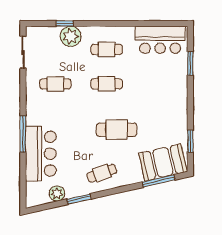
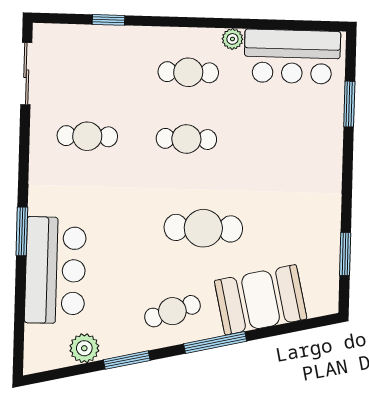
plant: (71, 36) -> (232, 39), moved, width x0.53, depth x0.53
window: (23, 134) -> (22, 231), width x0.69
booth: (163, 162) -> (261, 300), moved
window: (159, 181) -> (215, 342), moved

